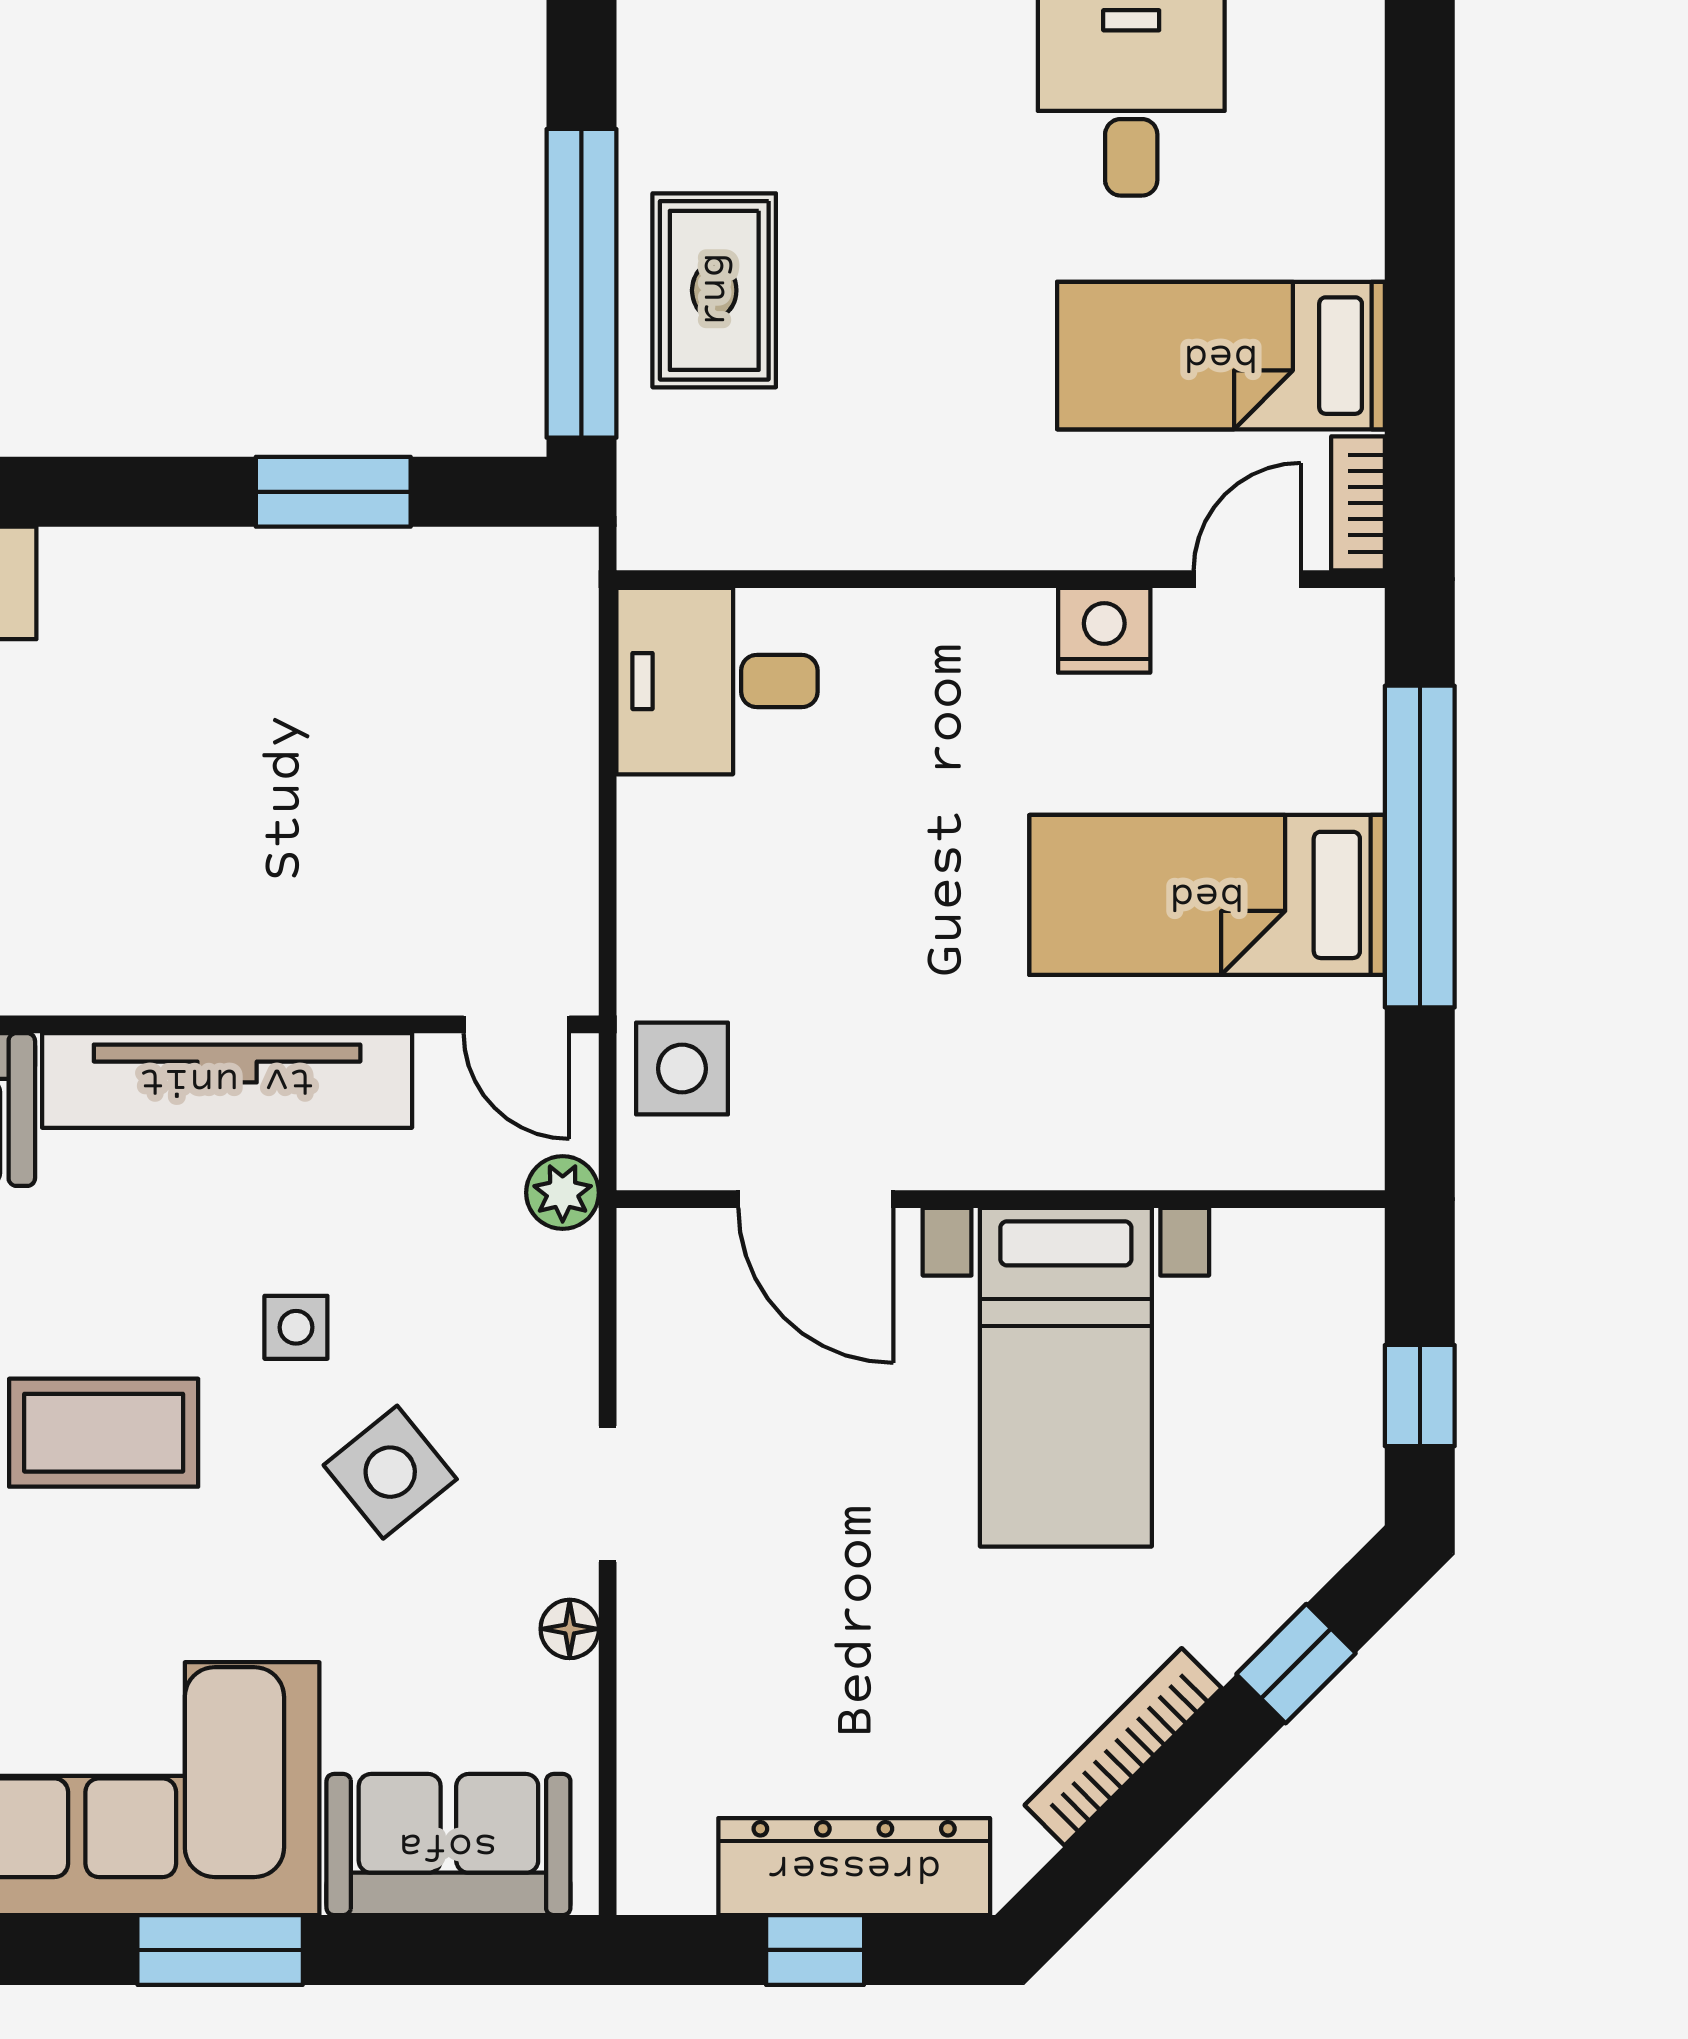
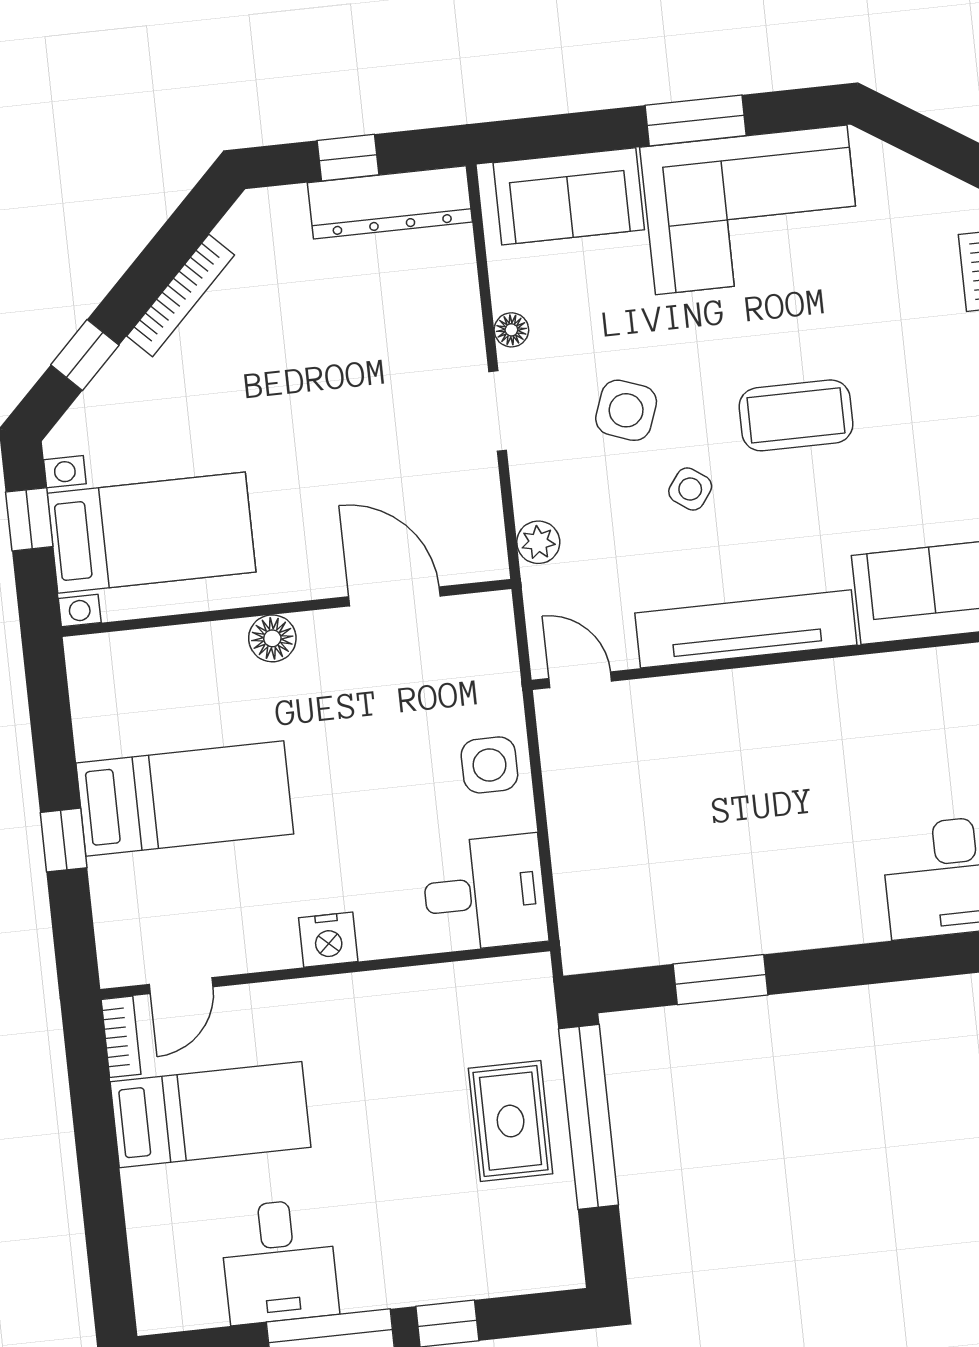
nightstand: (1104, 630) -> (328, 940), moved
window: (1420, 847) -> (64, 840), width x0.32
side table: (682, 1069) -> (489, 765), moved
floor lamp: (1030, 1150) -> (272, 638), added
plant: (563, 1193) -> (538, 542), moved
side table: (296, 1327) -> (690, 489), turned 36
bed with nightstands: (1066, 1377) -> (151, 533), moved, turned 90
side table: (390, 1472) -> (626, 410), turned -31
dresser: (854, 1867) -> (390, 202), moved

